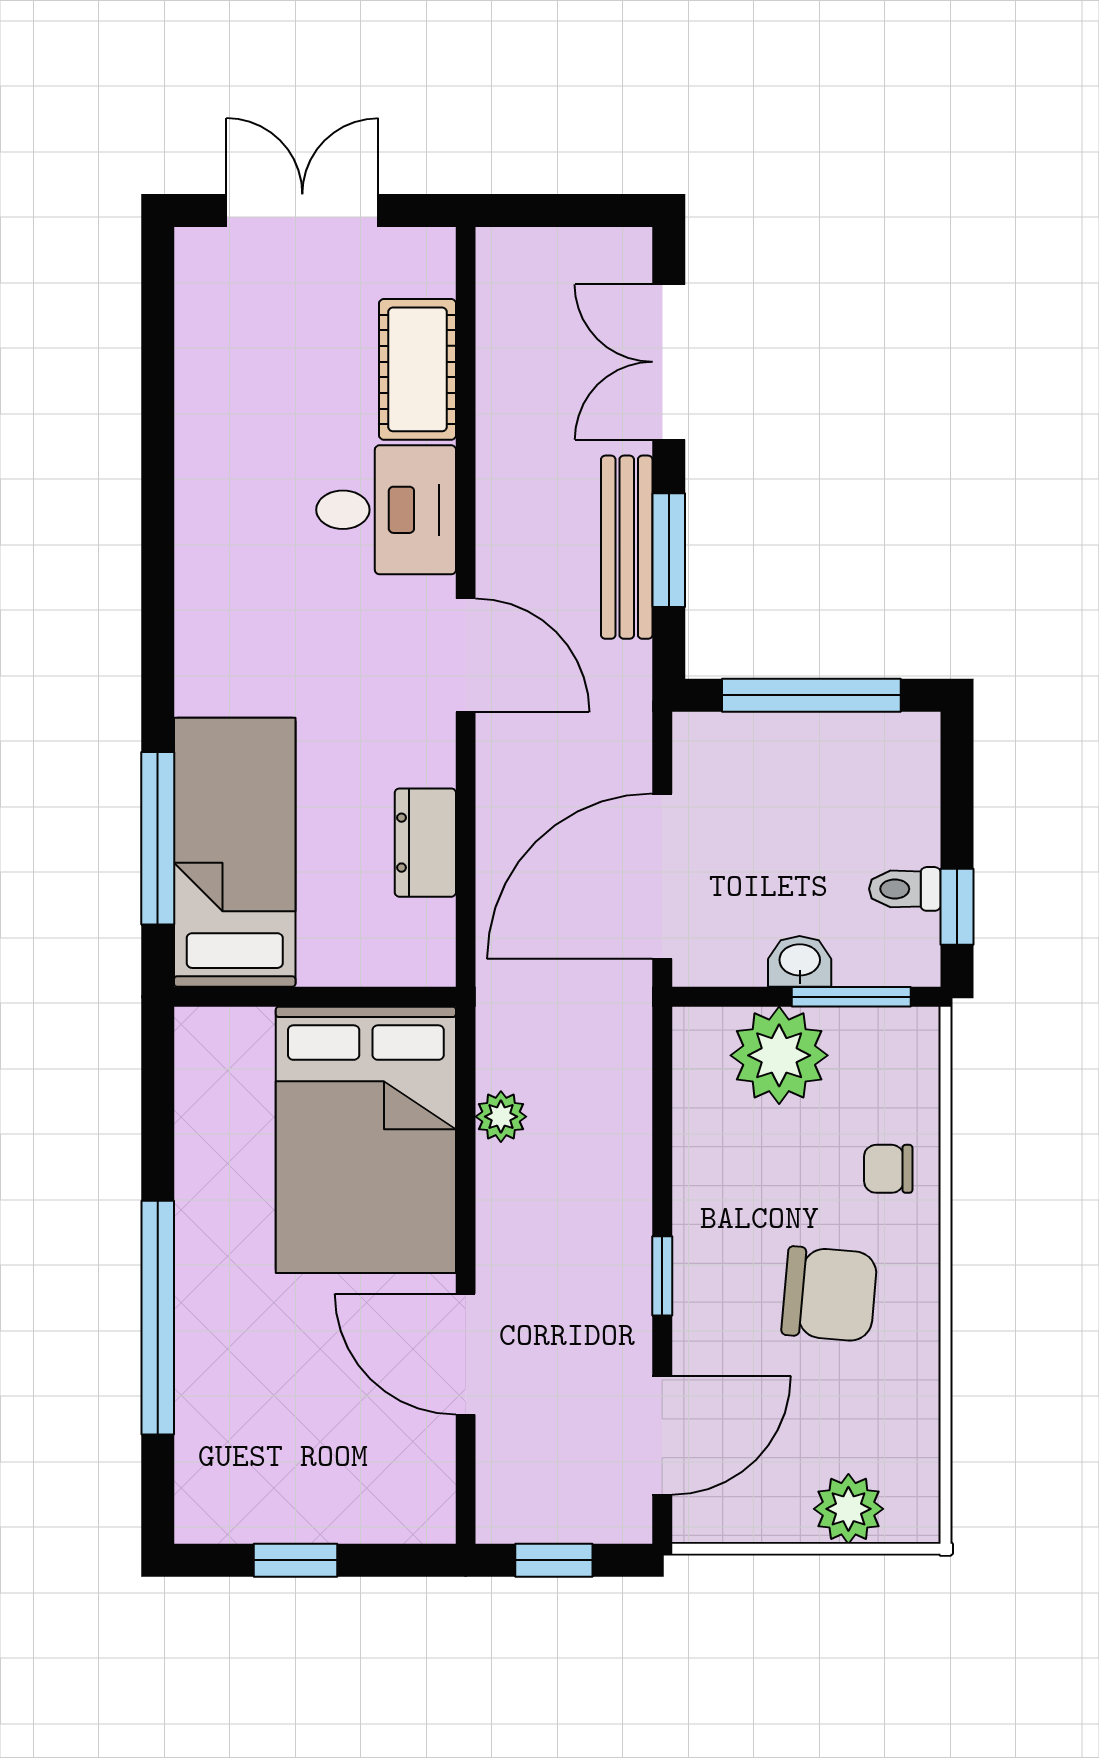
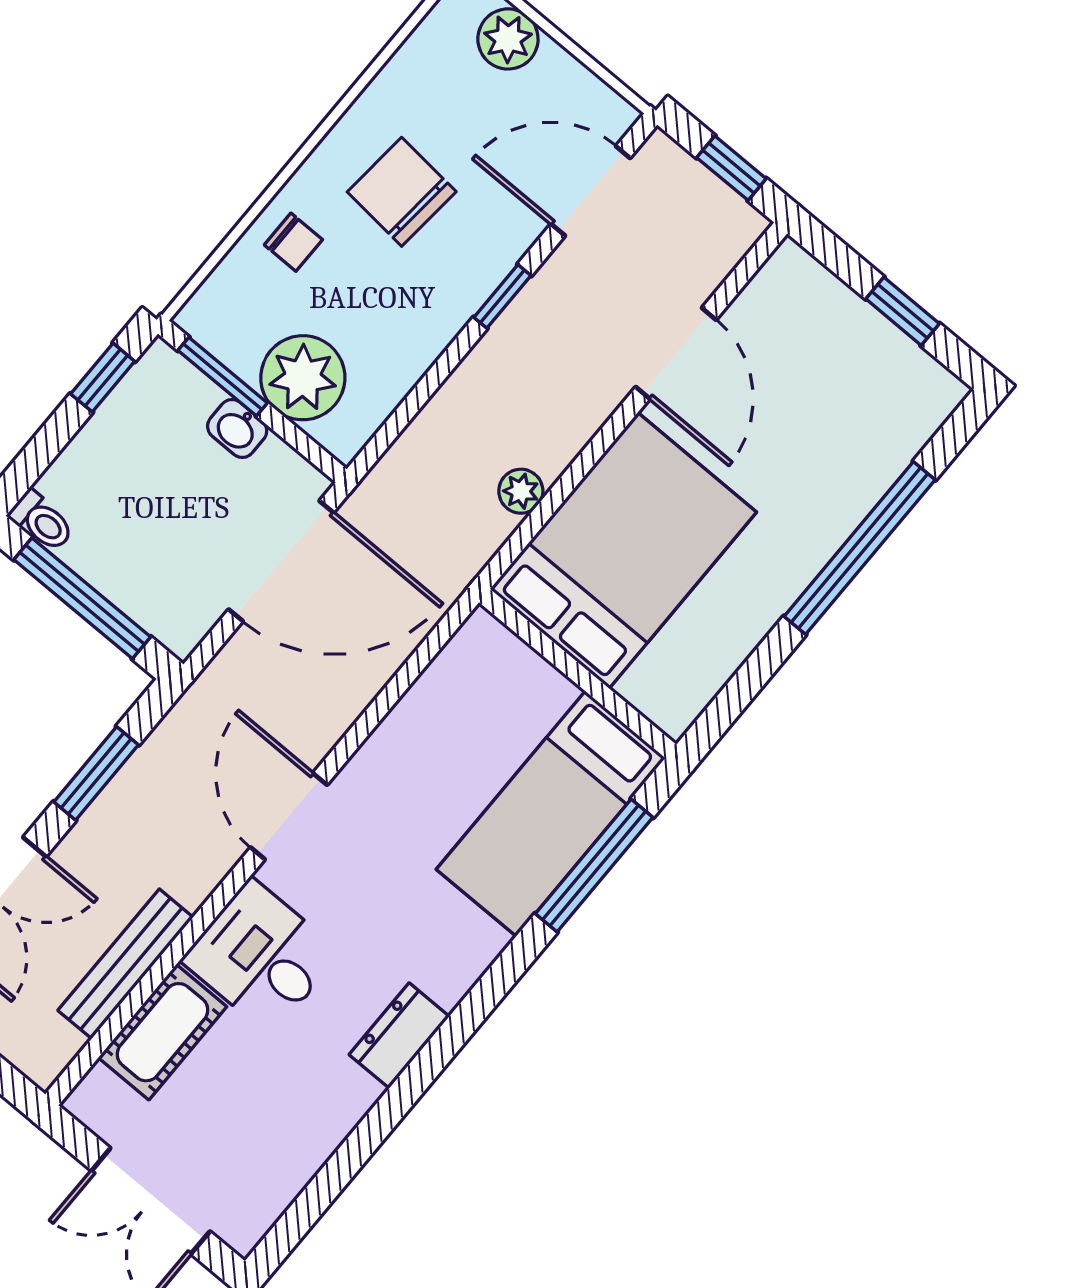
bench: (627, 547) -> (125, 964), moved
dresser: (425, 843) -> (399, 1035), moved, turned 180
toilet: (905, 889) -> (41, 521), moved

